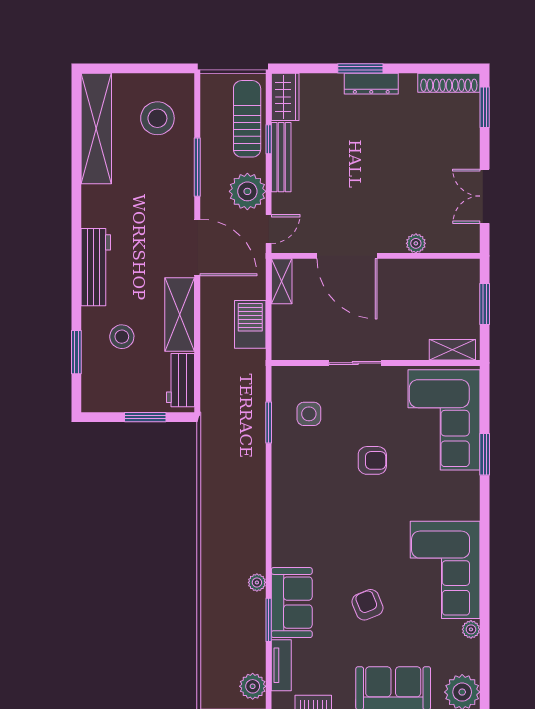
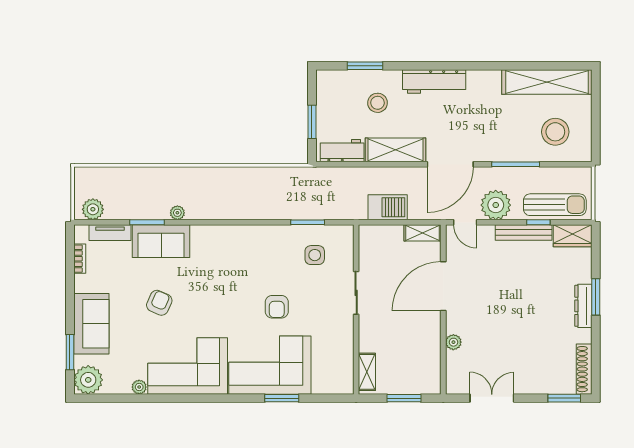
corner sofa: (444, 420) -> (270, 365), moved
armchair: (367, 605) -> (159, 303), turned -44

